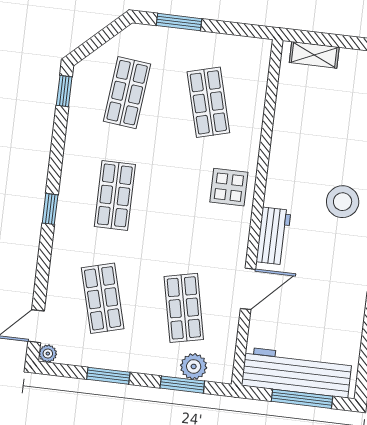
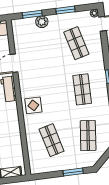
shop shelf: (184, 308) -> (40, 48), removed
plant: (194, 366) -> (42, 22), moved

